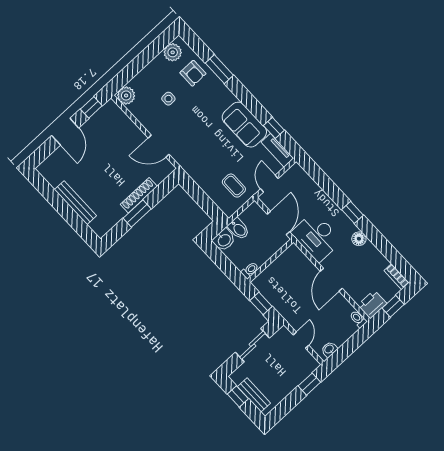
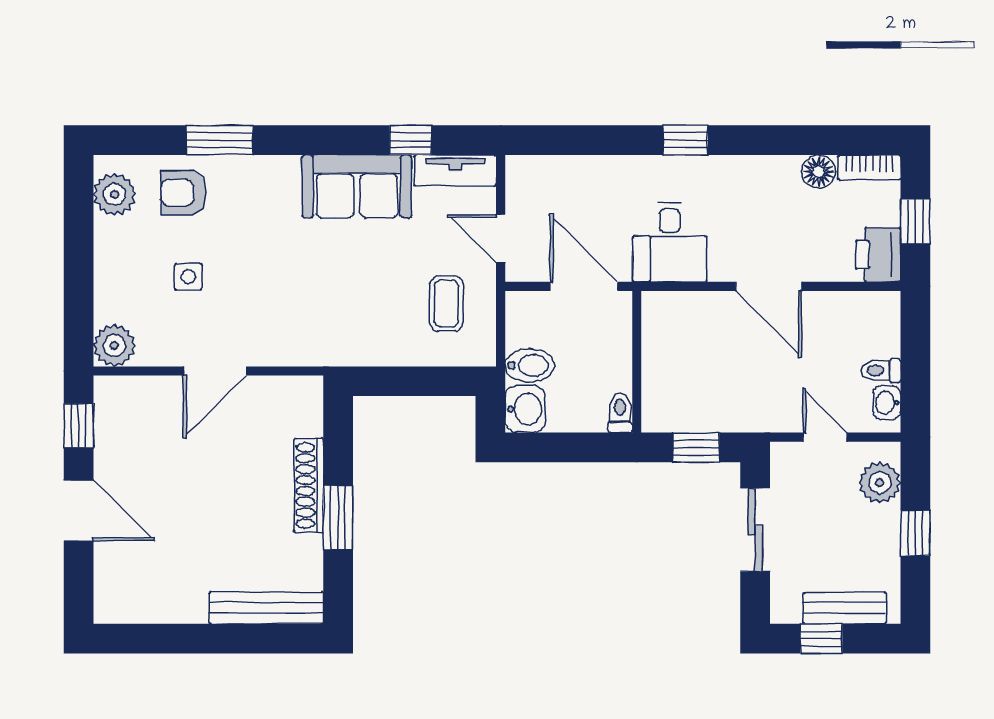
armchair: (193, 73) -> (184, 193), turned 180
door: (159, 146) -> (215, 371), moved
coffee table: (234, 186) -> (446, 304), turned 90
bench: (75, 203) -> (266, 608), moved
desk: (317, 237) -> (670, 242), width x0.73
floor lamp: (359, 239) -> (819, 171), moved
toilet: (358, 319) -> (881, 371), moved
plant: (303, 370) -> (880, 483), added
window: (309, 384) -> (915, 533), moved

